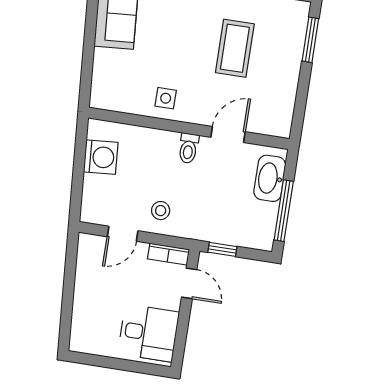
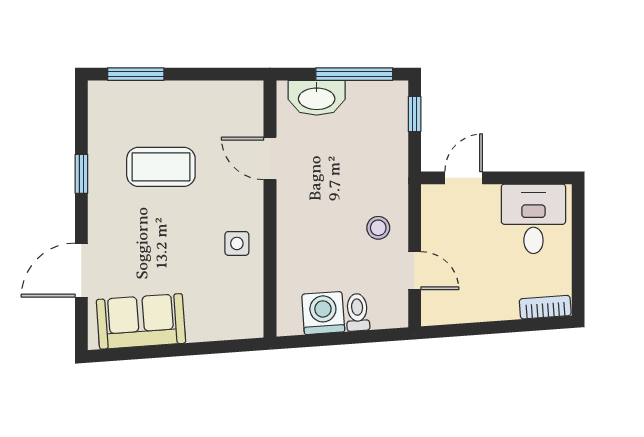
toilet: (188, 148) -> (357, 312), moved, turned -94
window: (222, 249) -> (415, 114), moved
bookcase: (168, 254) -> (545, 307), moved, turned -94

